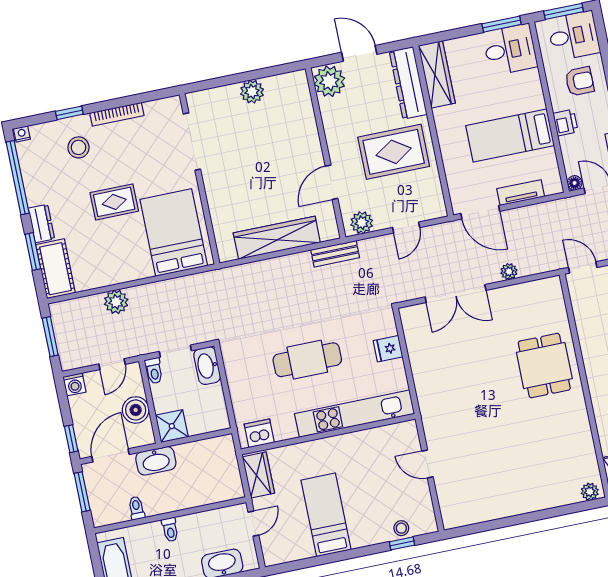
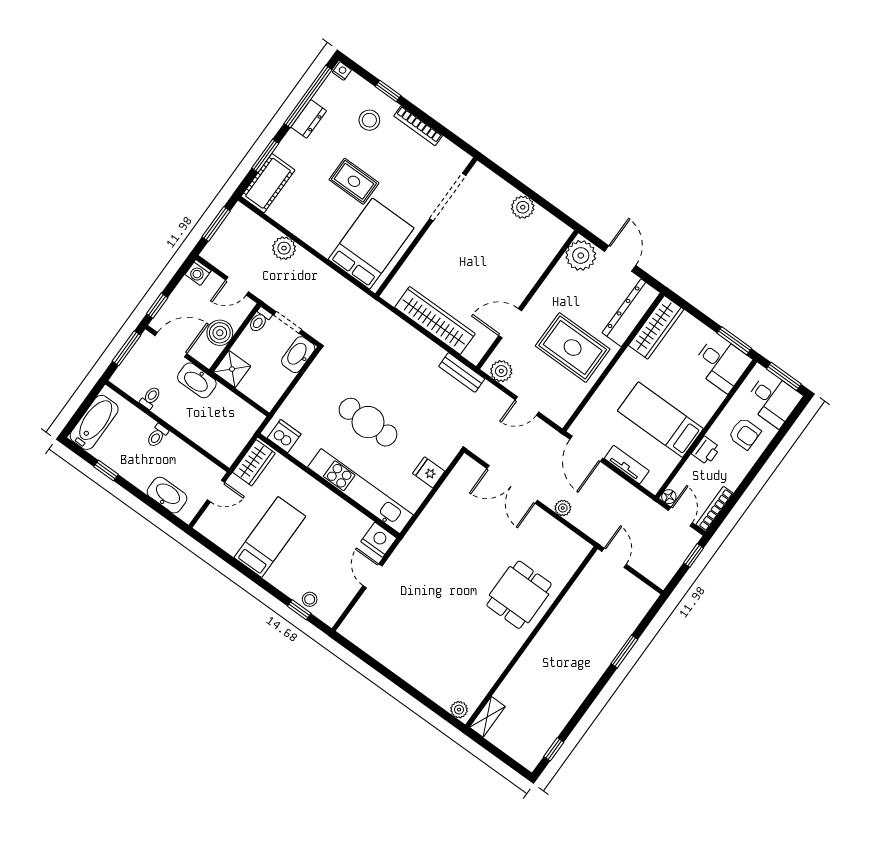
dresser: (41, 224) -> (309, 119), moved
nightstand: (404, 434) -> (379, 540), added

